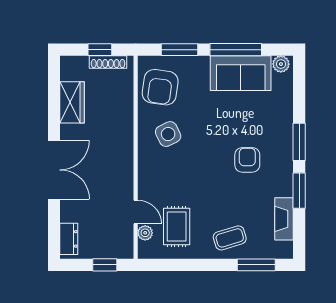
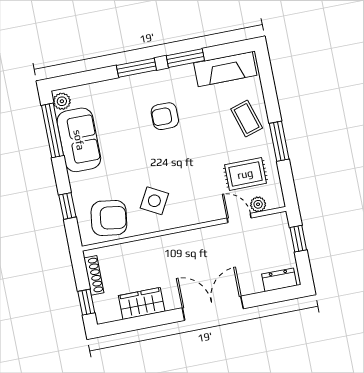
window: (100, 50) -> (86, 302), moved
window: (180, 50) -> (67, 206), width x0.67
window: (236, 50) -> (53, 130), moved
side table: (168, 134) -> (154, 201), turned -35
door: (136, 212) -> (239, 218), hinge flipped
fireplace: (284, 219) -> (225, 69), width x1.37, depth x1.32
window: (256, 265) -> (279, 141), moved

